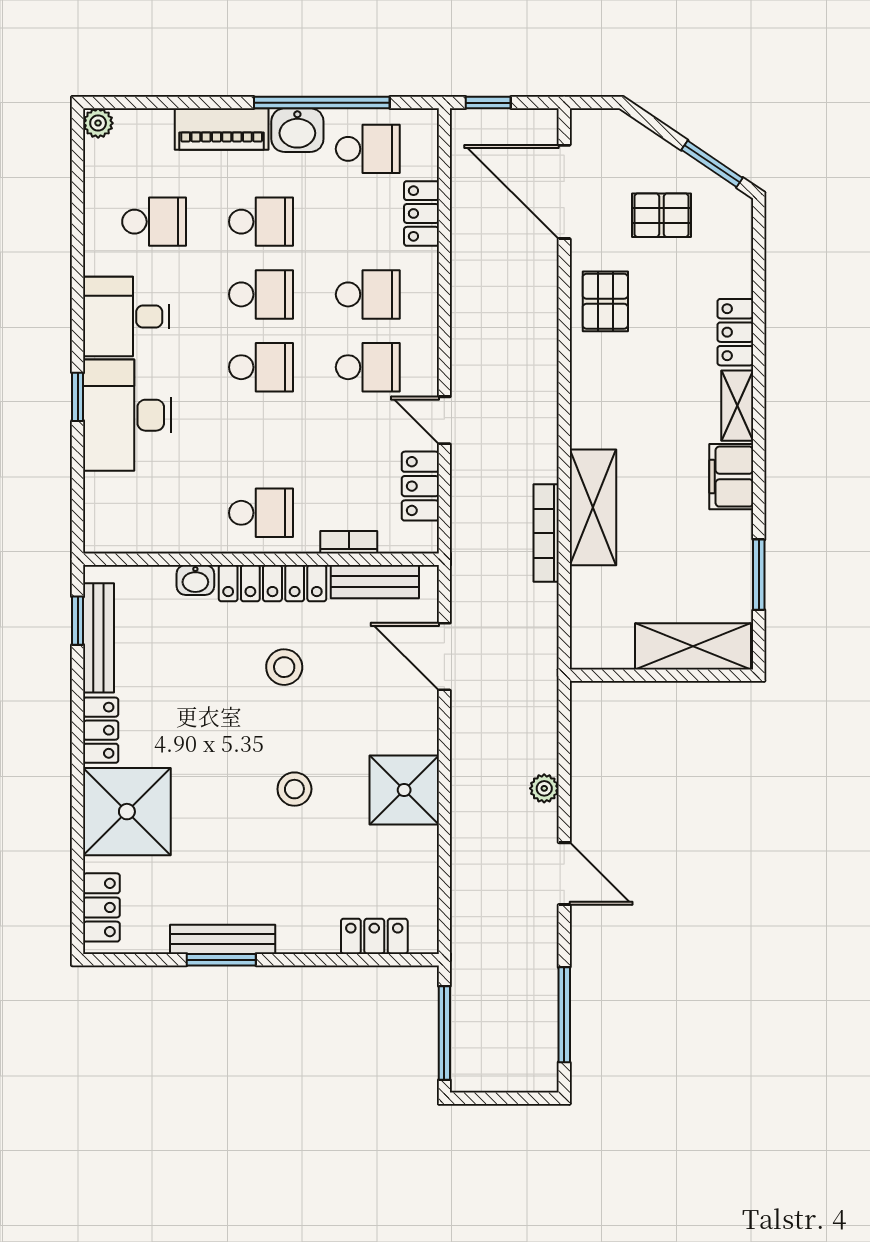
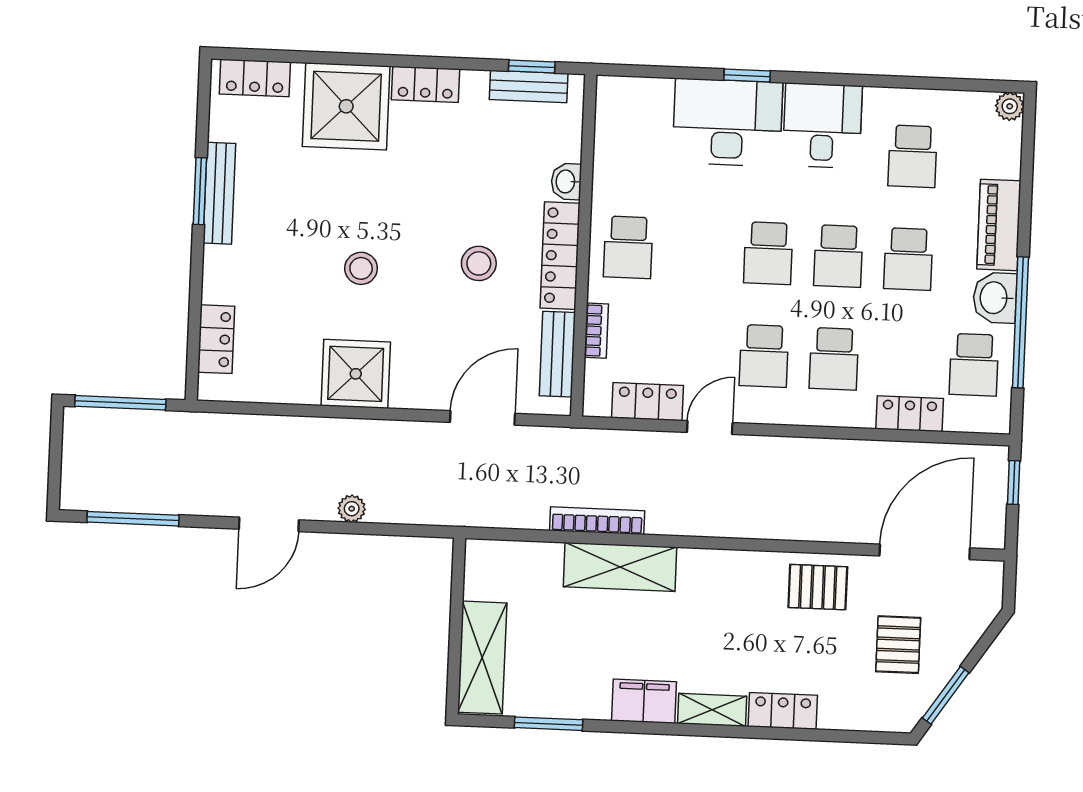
bench: (99, 638) -> (529, 87), width x0.73

